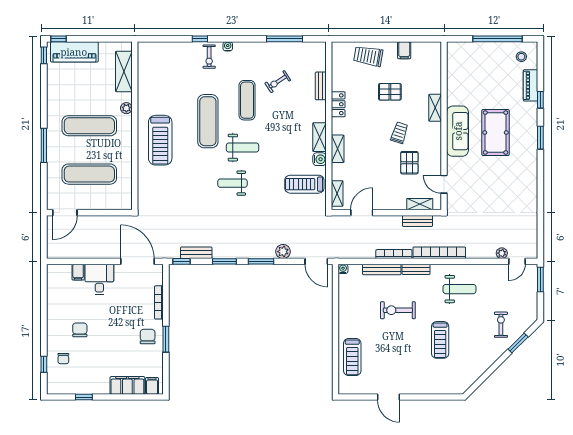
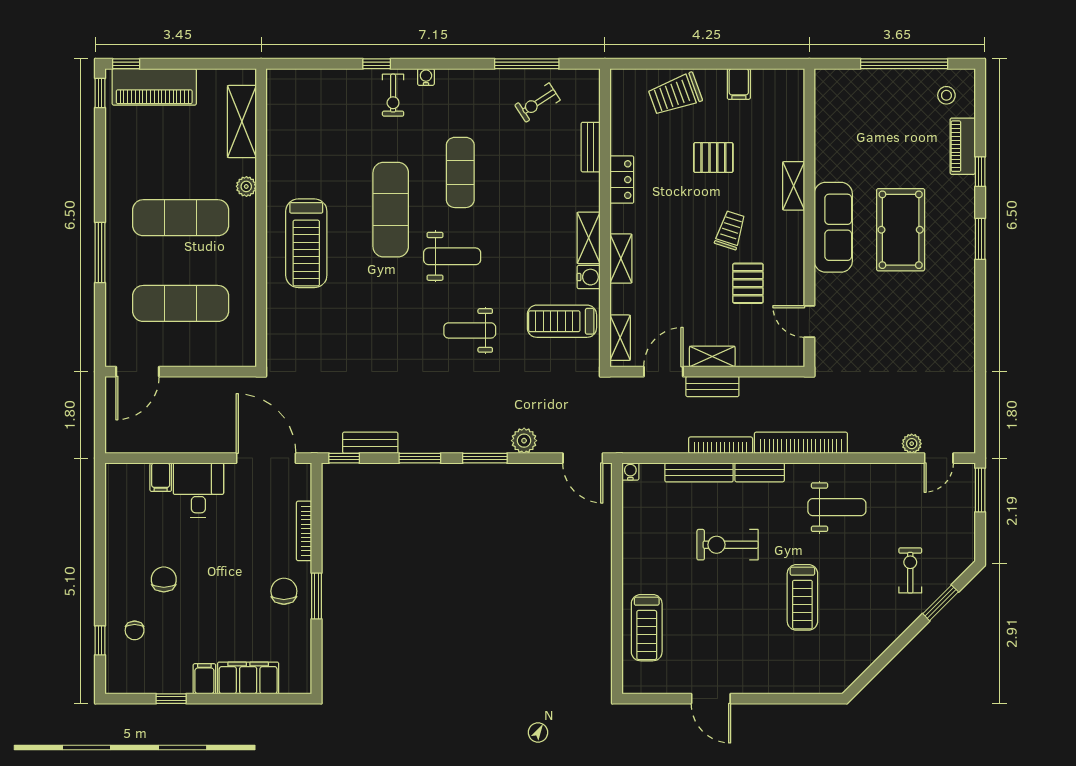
trolley: (368, 56) -> (675, 94), turned -30
exercise bike: (278, 82) -> (537, 103), moved
weight bench: (232, 183) -> (470, 330), moved
shelving: (420, 204) -> (712, 356), moved
bench: (417, 221) -> (712, 386), moved
filing cabinet: (152, 386) -> (204, 679), moved

